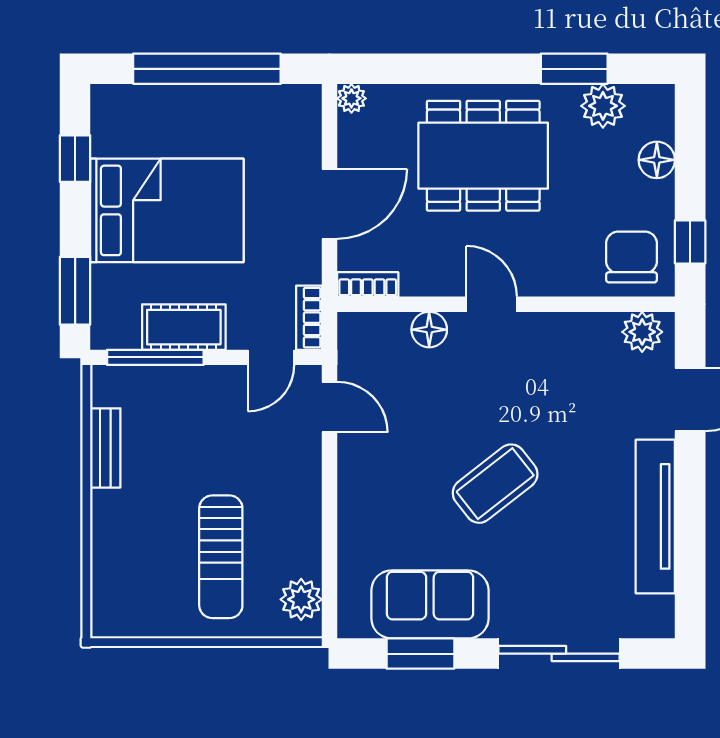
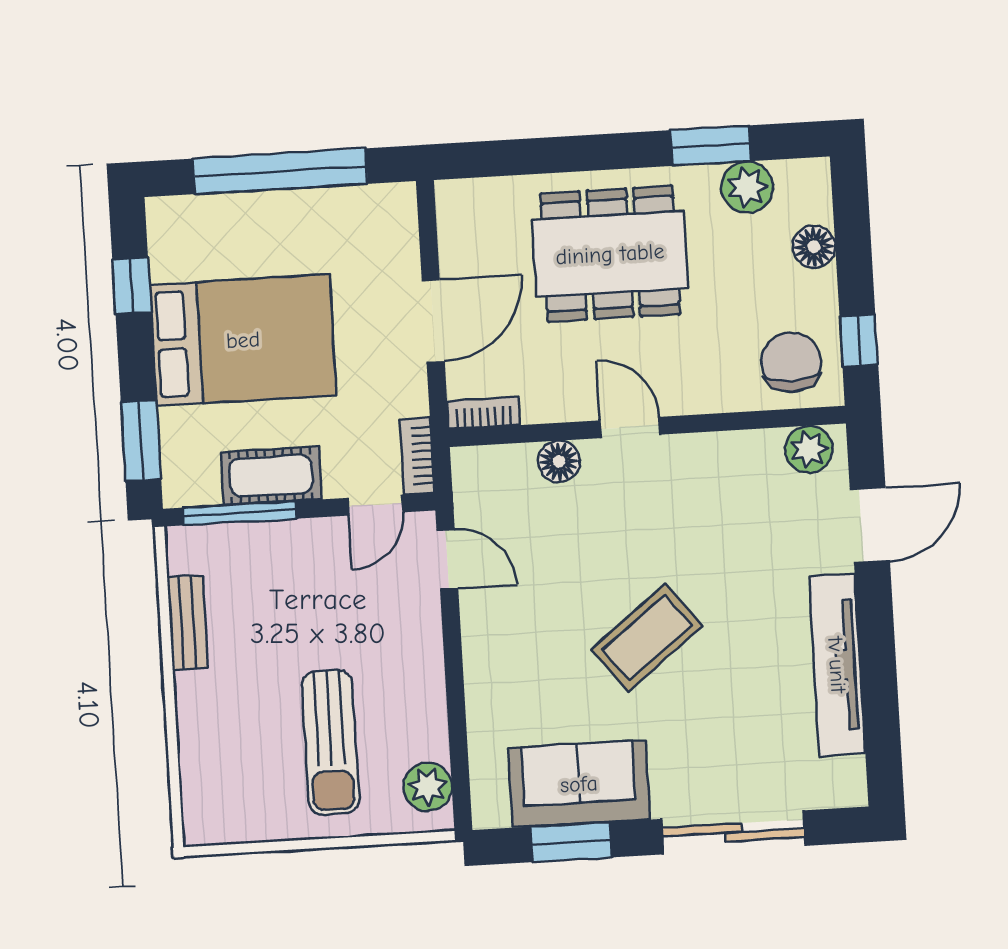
plant: (351, 98) -> (452, 196), removed

